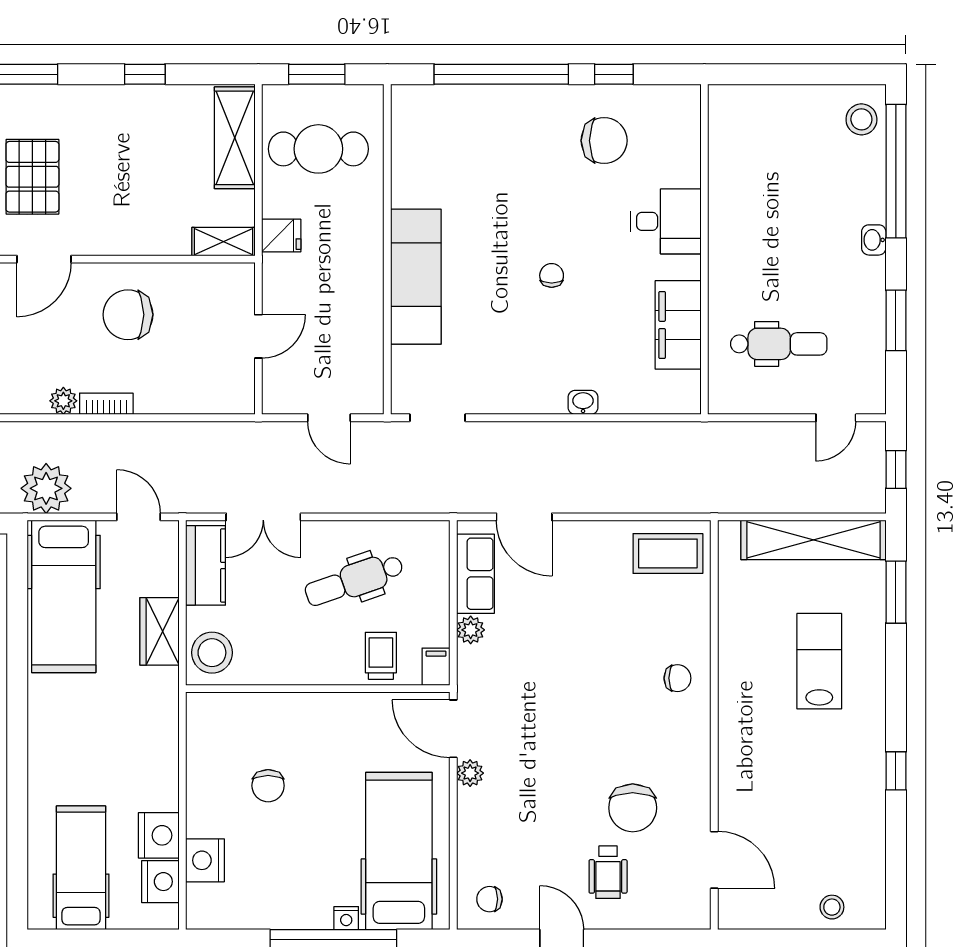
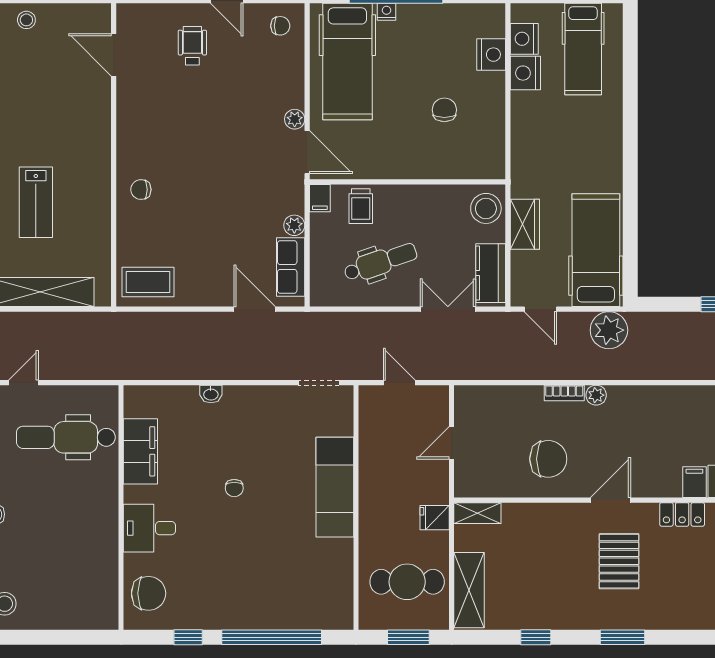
chair: (604, 141) -> (149, 593), moved, turned 180
dental chair: (779, 344) -> (66, 437), width x1.36, depth x1.38
chair: (633, 808) -> (174, 93), removed

